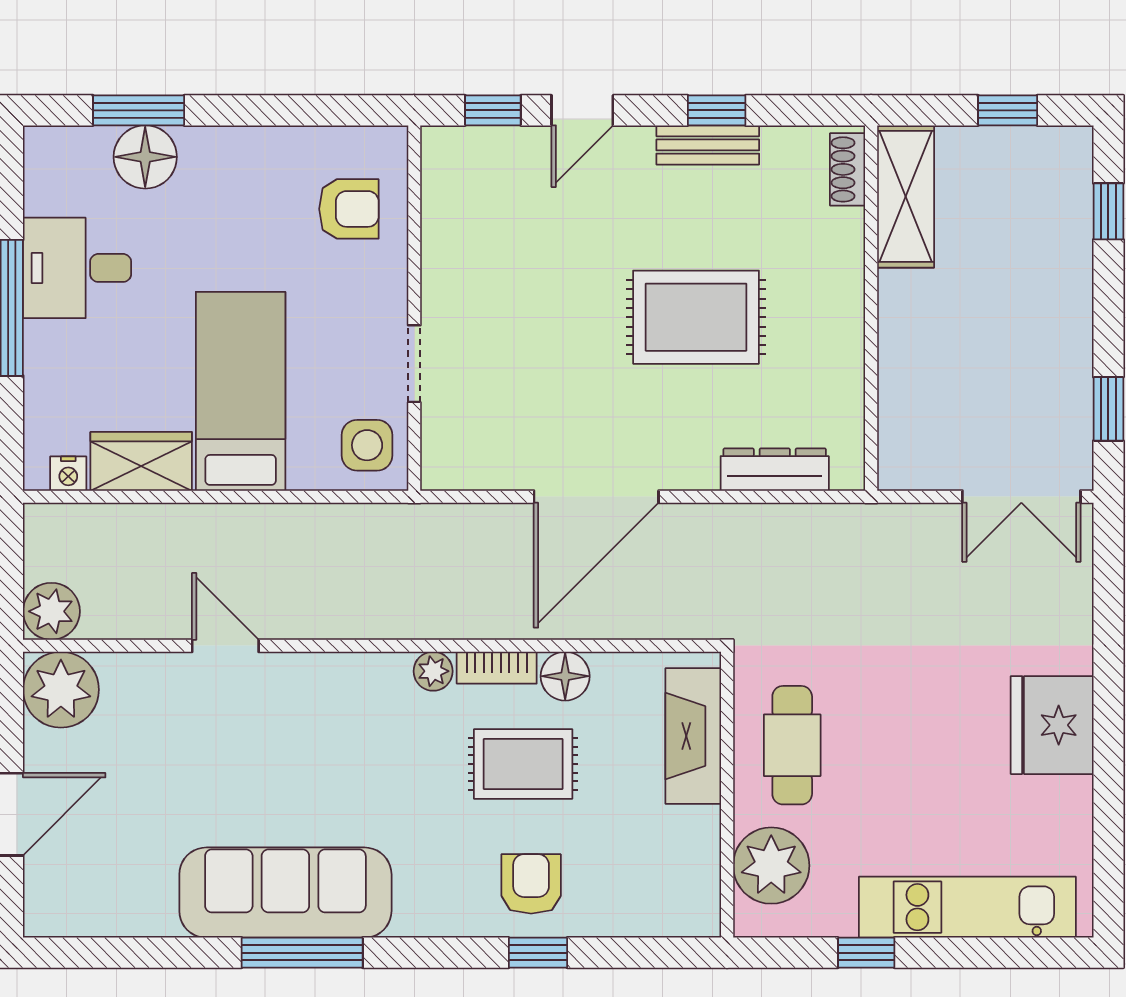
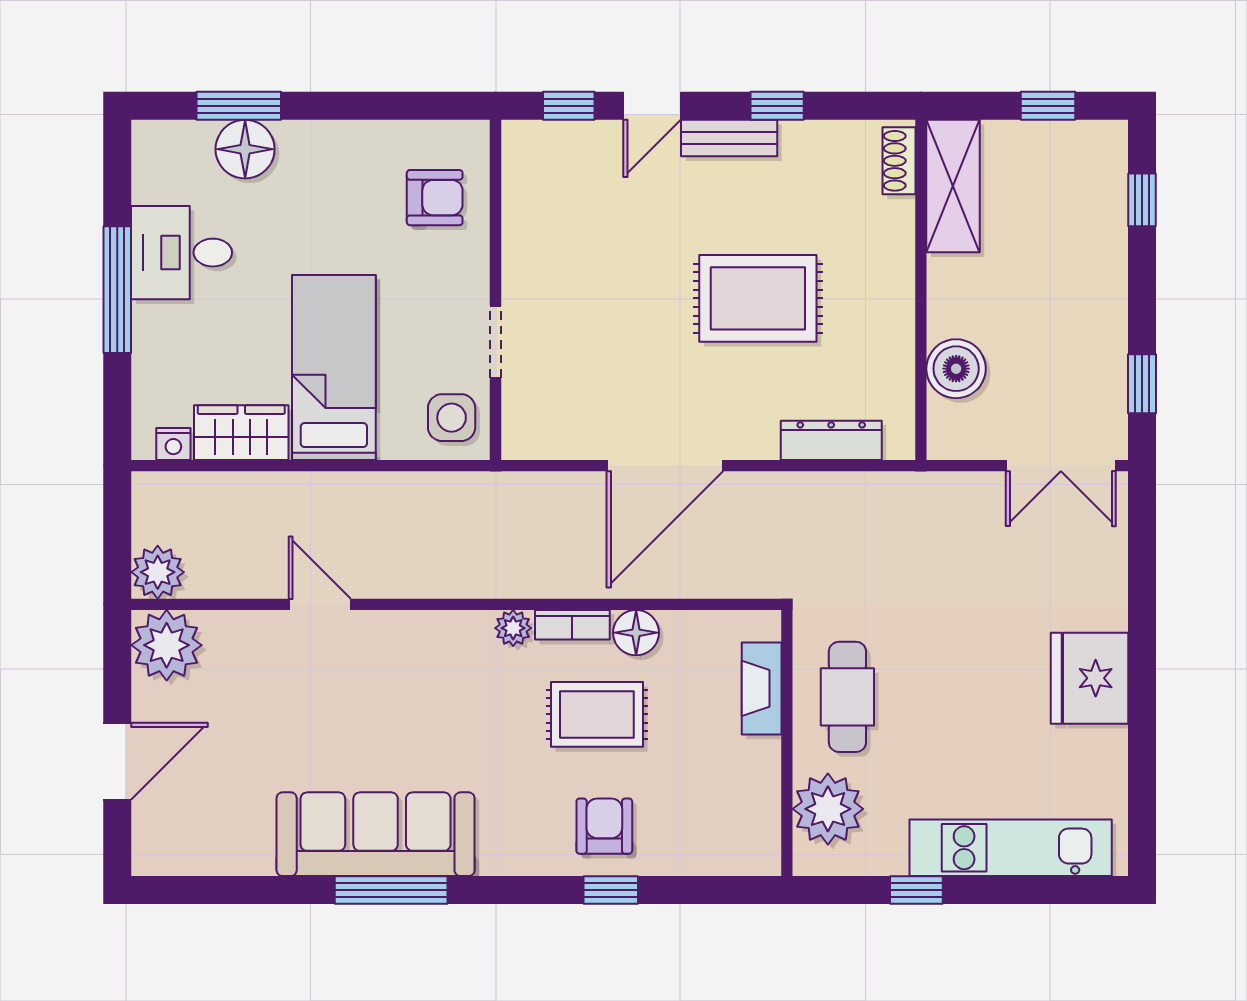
bench: (708, 145) -> (729, 138), moved
boiler: (909, 393) -> (956, 369), added
fireplace: (693, 736) -> (762, 688), width x0.73, depth x0.76

